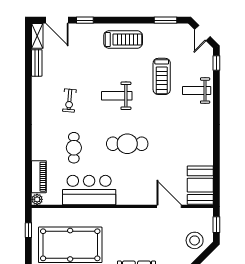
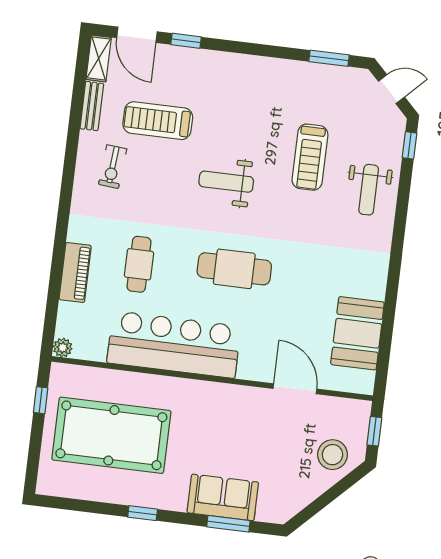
door: (202, 33) -> (391, 89), swing flipped
treadmill: (123, 39) -> (158, 121), moved, turned 180
weight bench: (197, 91) -> (369, 190), turned -90
exercise bike: (69, 101) -> (113, 167), moved
piano: (39, 177) -> (75, 272), moved
booth: (200, 185) -> (357, 333), moved
bar counter: (89, 190) -> (174, 345), width x1.36

